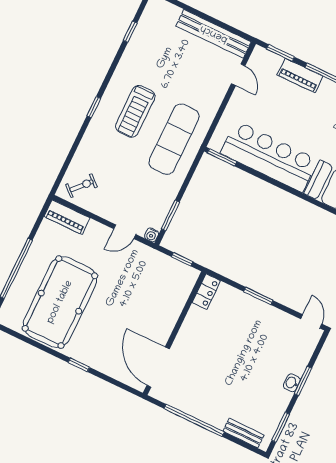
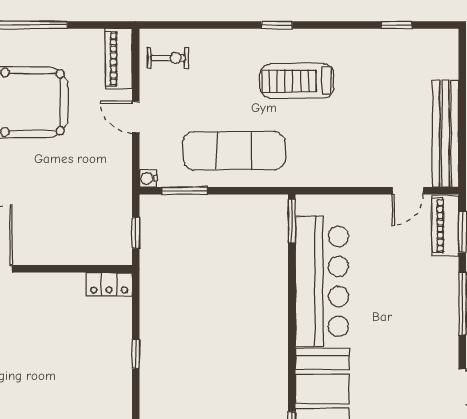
piano: (300, 76) -> (445, 226), moved
exercise mat: (174, 139) -> (234, 151), moved
exercise bike: (81, 186) -> (168, 58), turned -42
door: (125, 232) -> (136, 117), moved
window: (258, 296) -> (136, 354), width x0.67

